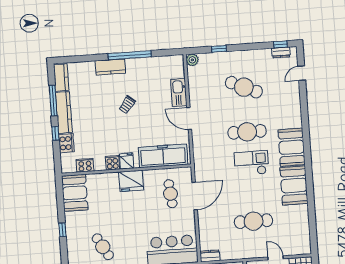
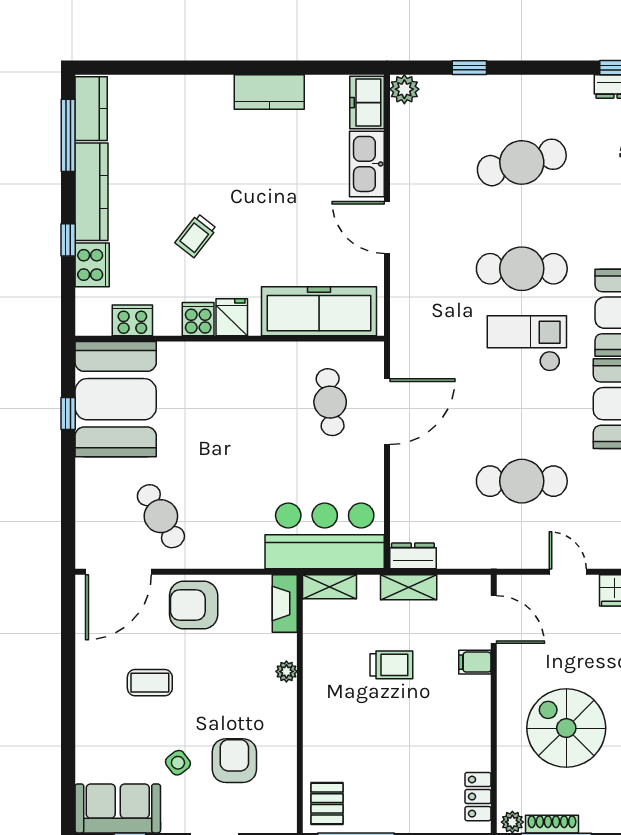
window: (130, 55) -> (257, 68), removed
kitchen counter: (110, 67) -> (269, 92), moved
freezer: (177, 67) -> (367, 103), added
cafe table: (244, 87) -> (522, 162), turned -39
window: (53, 101) -> (68, 135), moved
trolley: (127, 105) -> (196, 236), moved
fridge: (131, 181) -> (239, 365), removed
booth: (75, 193) -> (116, 399), width x1.36, depth x1.42
window: (62, 230) -> (68, 414), moved

